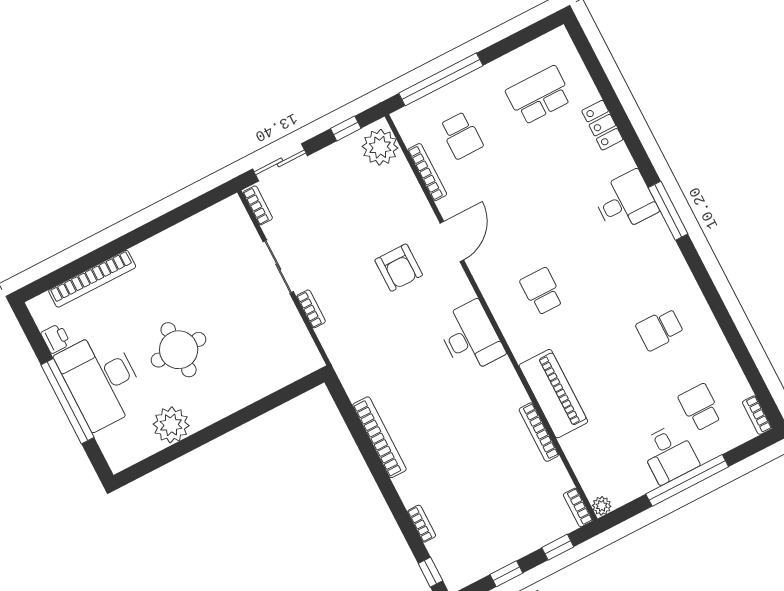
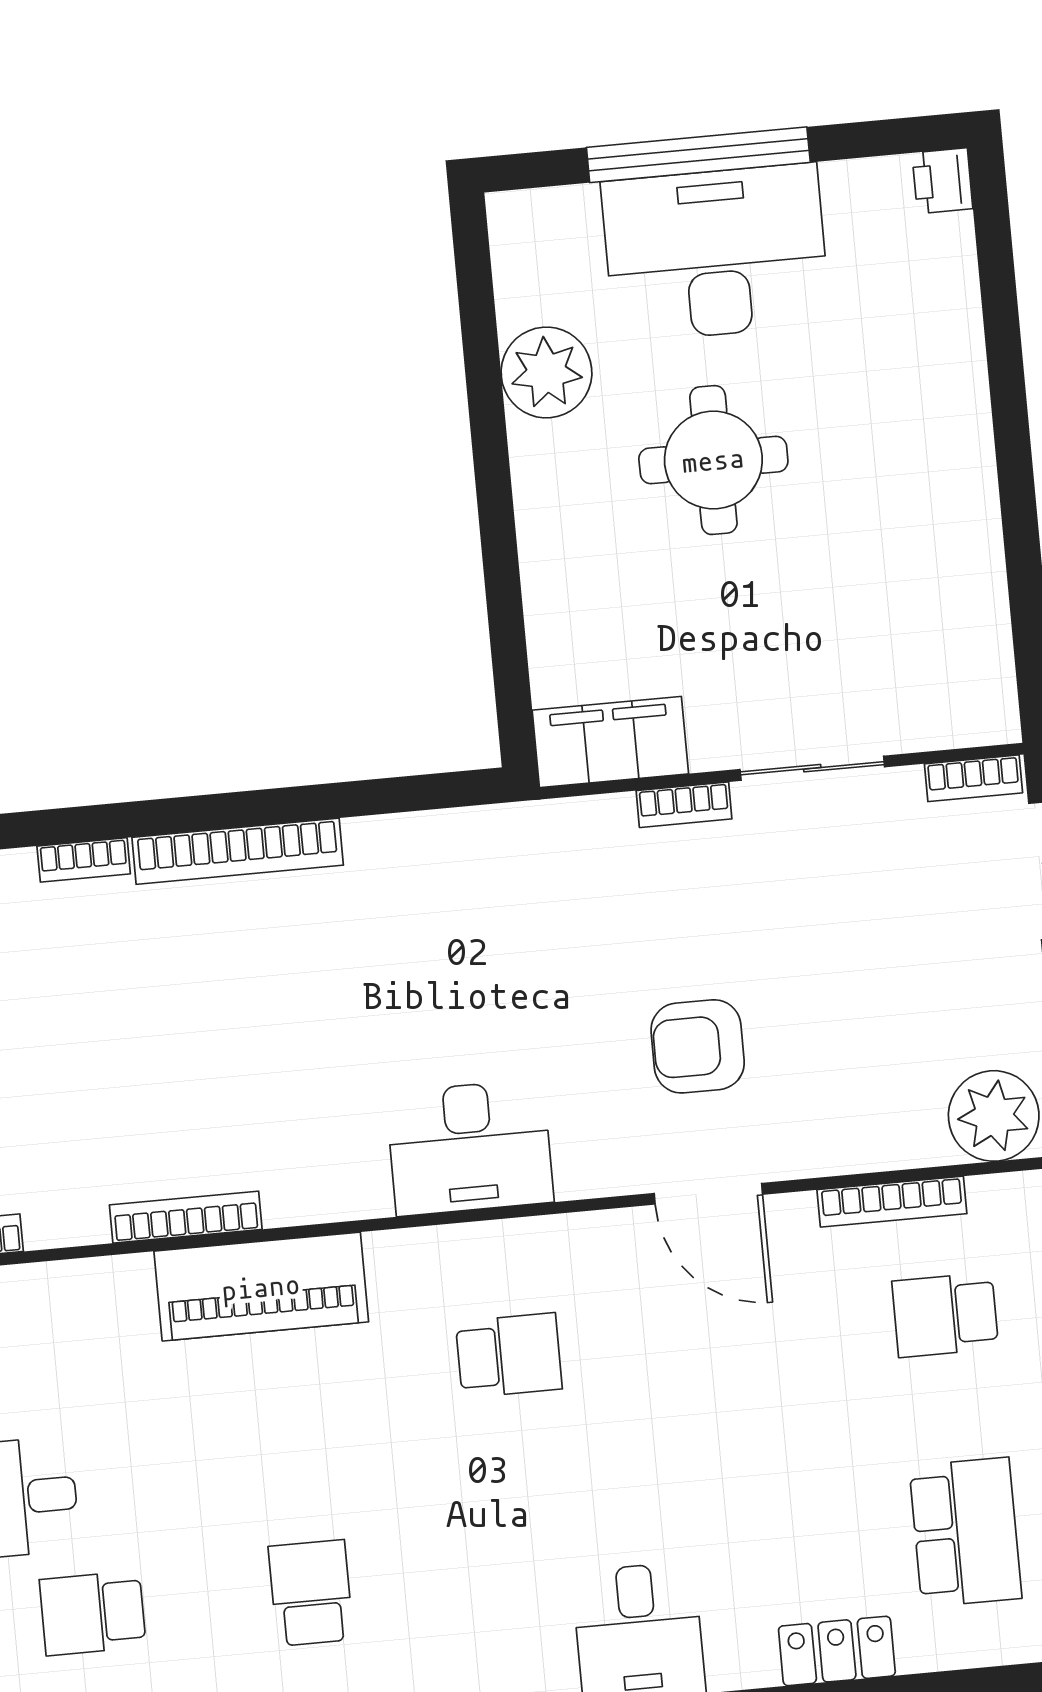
bookcase: (92, 279) -> (959, 327), removed
printer: (56, 338) -> (942, 181), moved, turned 90
filing cabinet: (299, 346) -> (610, 742), added
school desk: (700, 407) -> (93, 1613), turned 180
bookcase: (379, 437) -> (238, 851), moved

